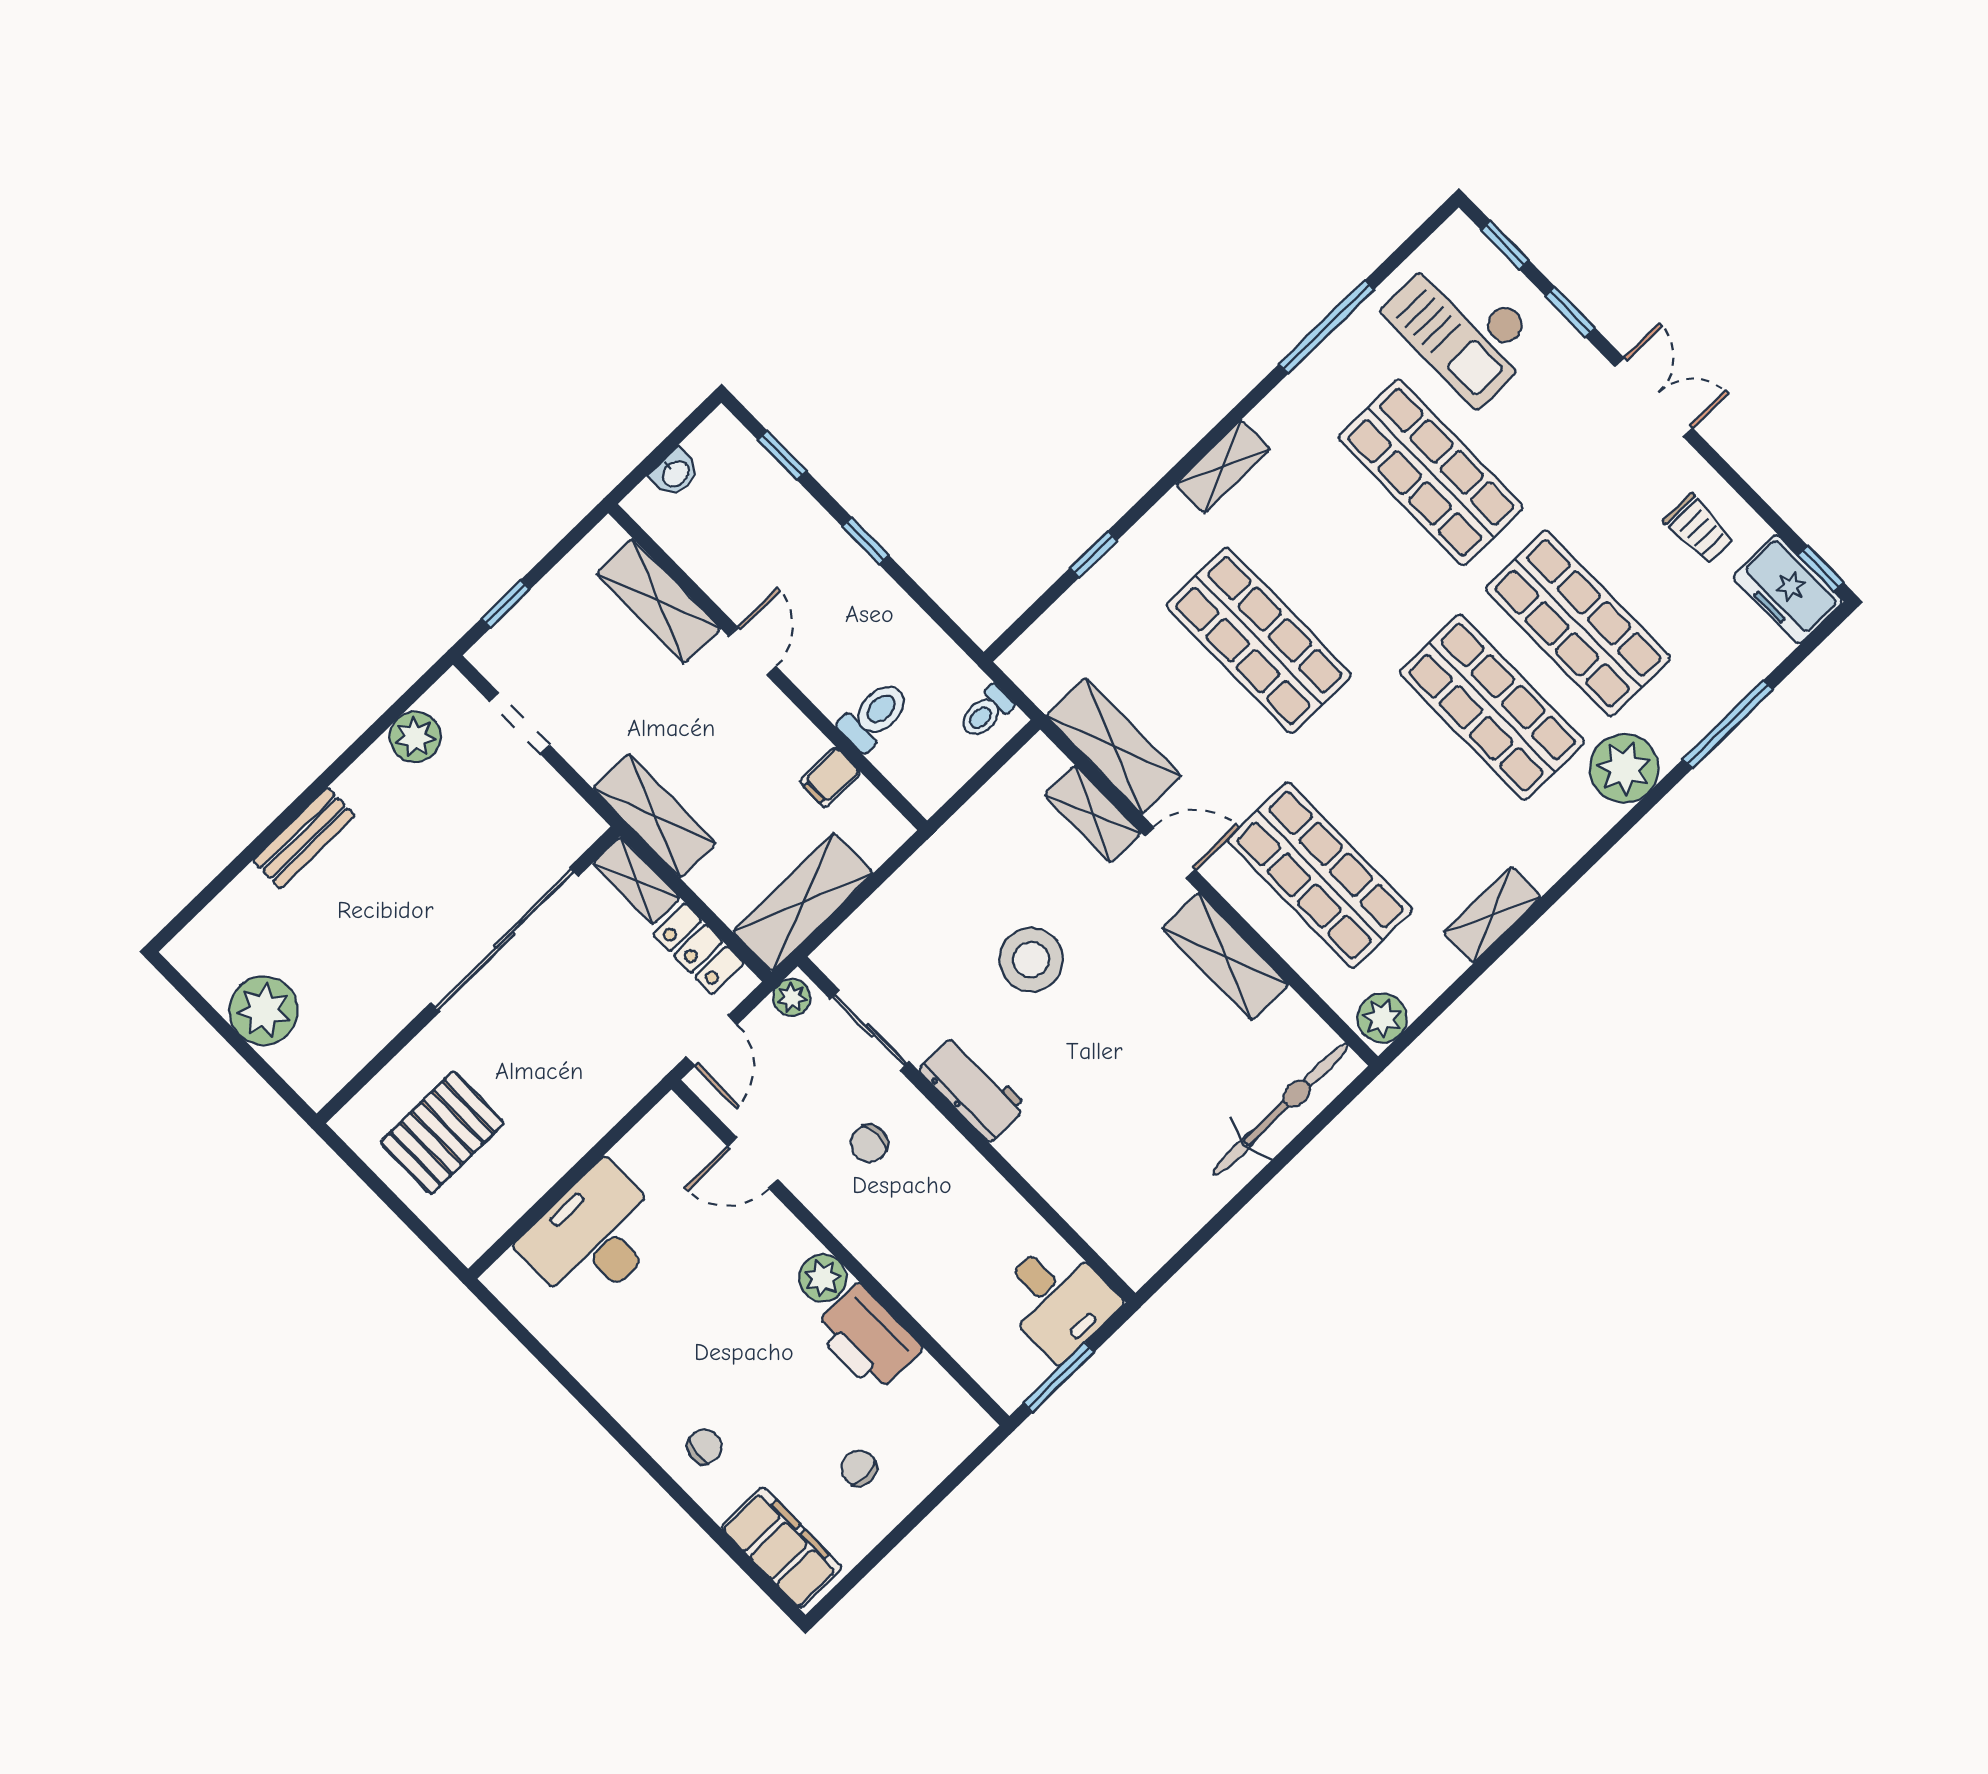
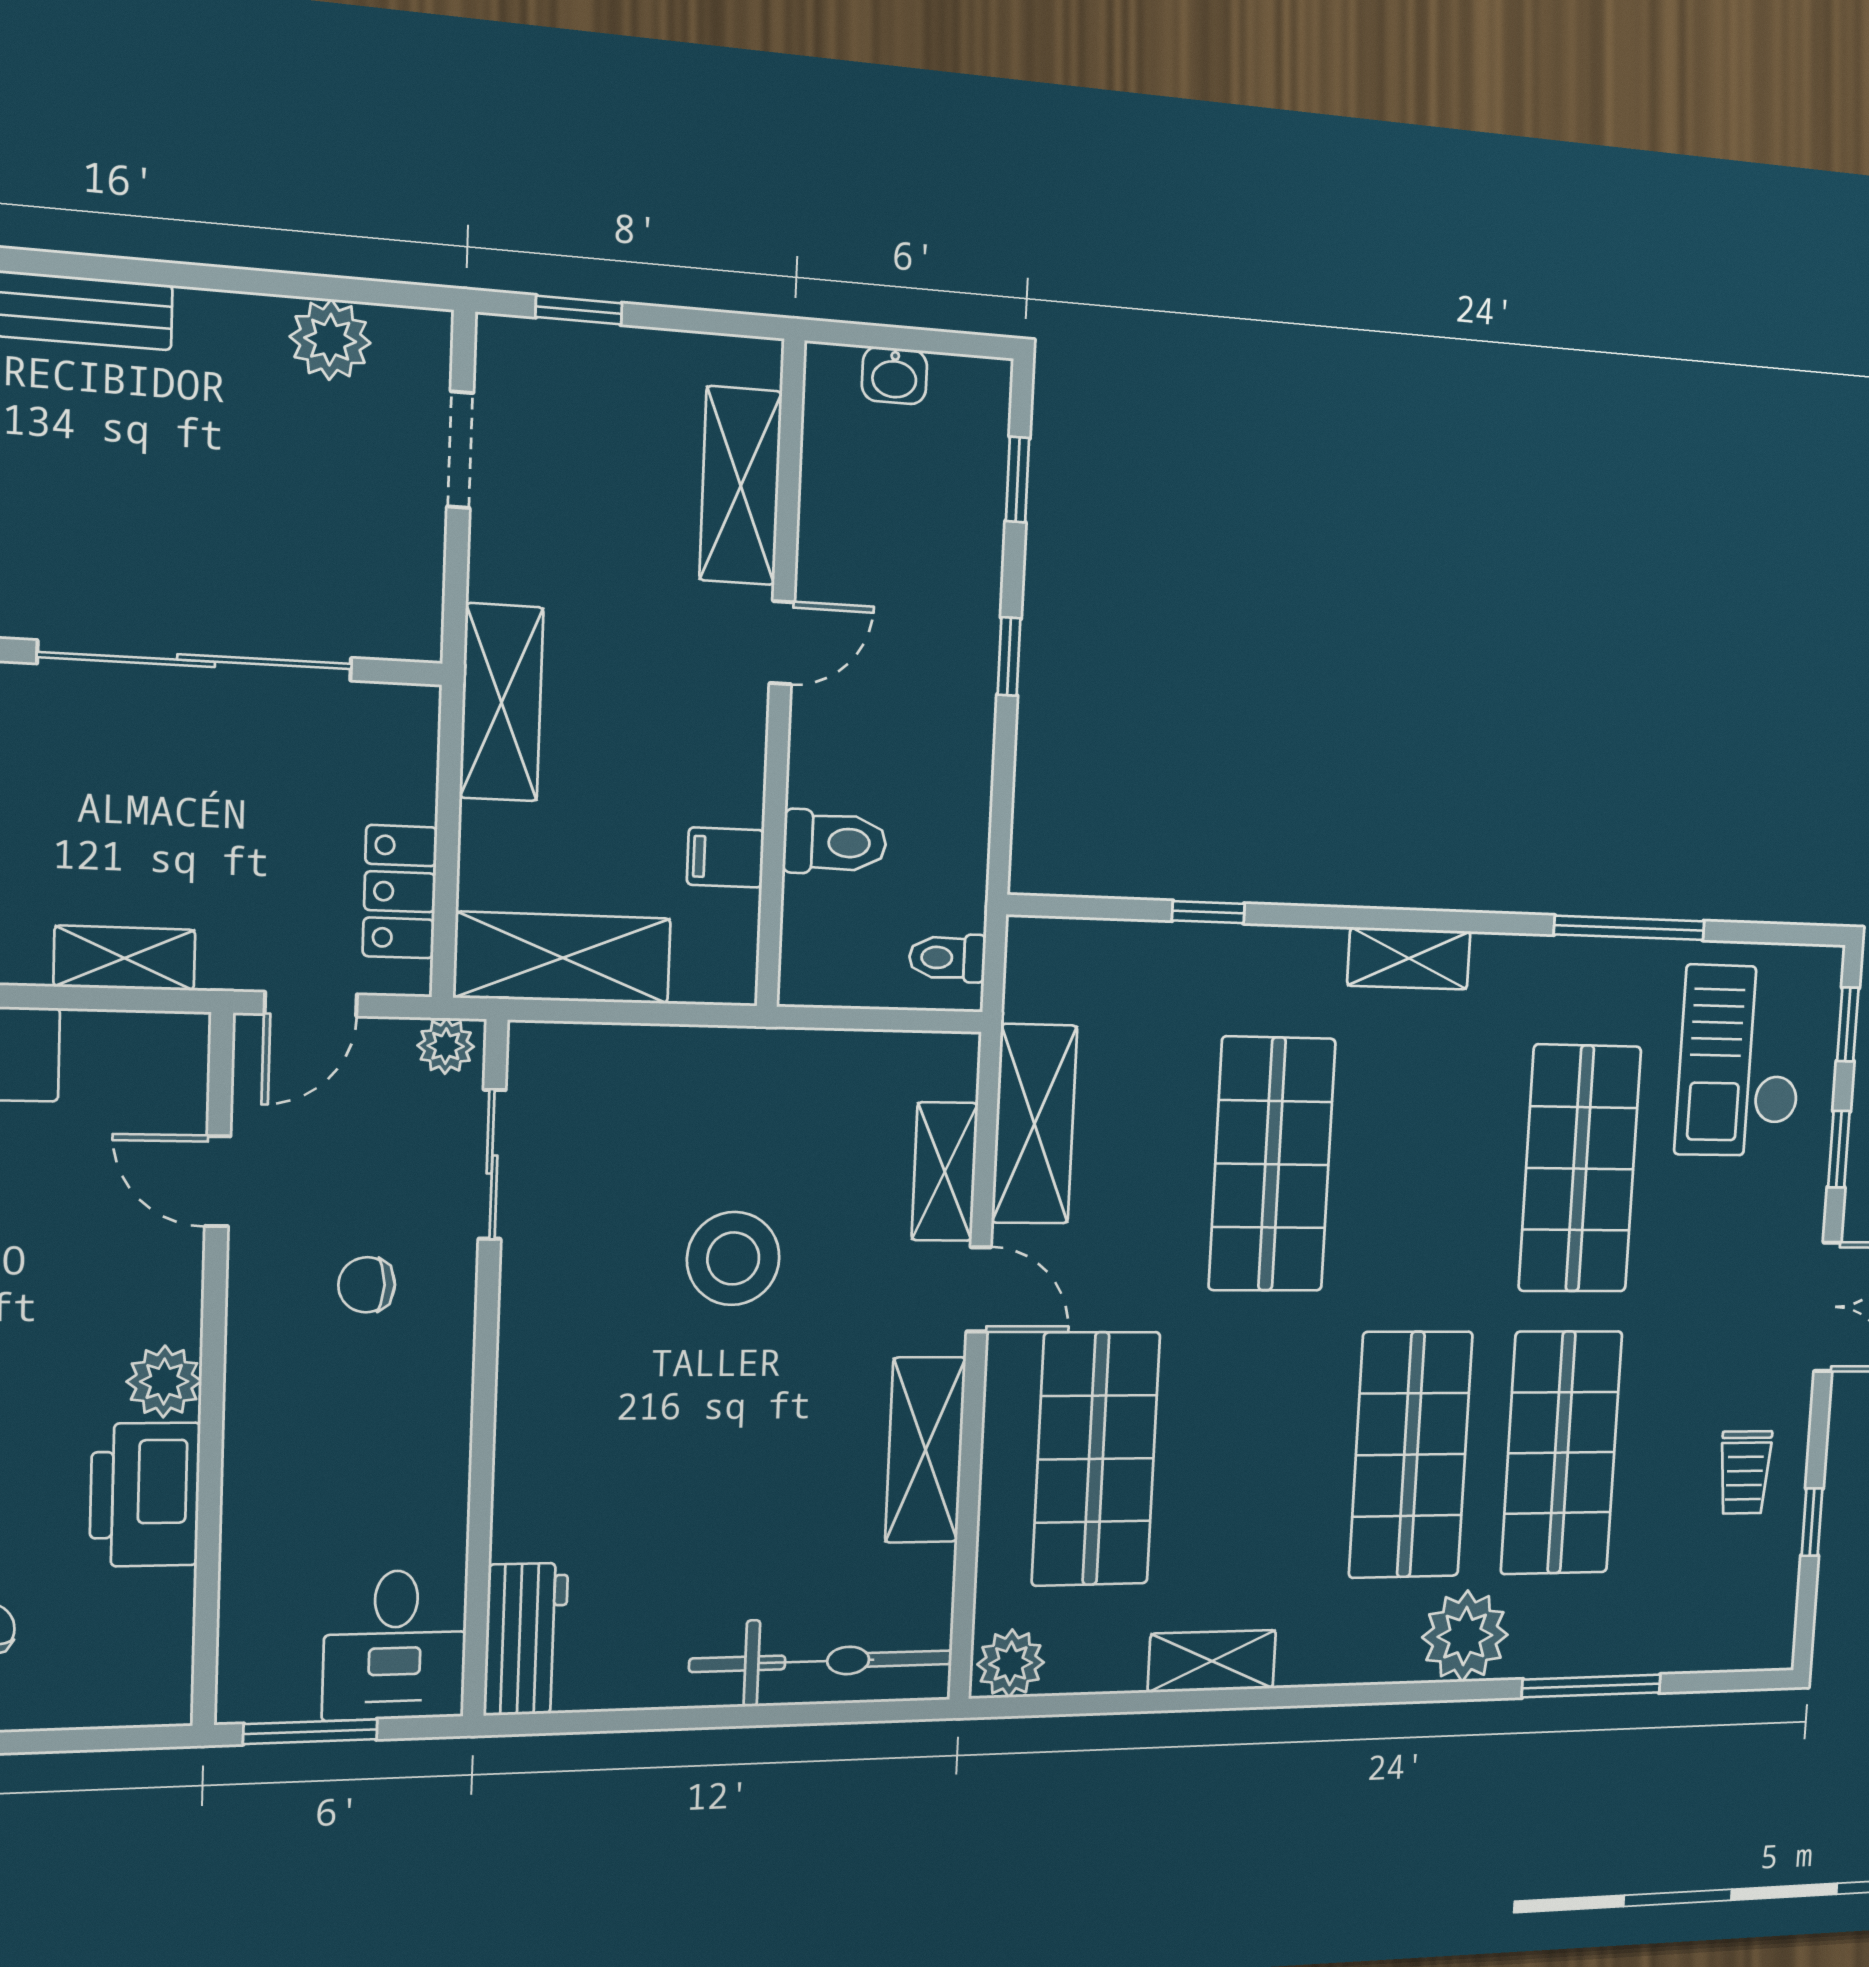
window: (1821, 569) -> (1812, 1522), moved
freezer: (1788, 589) -> (1761, 1609), removed
shelving: (636, 881) -> (125, 958), moved, turned 90
workbench: (973, 1088) -> (526, 1639), moved

